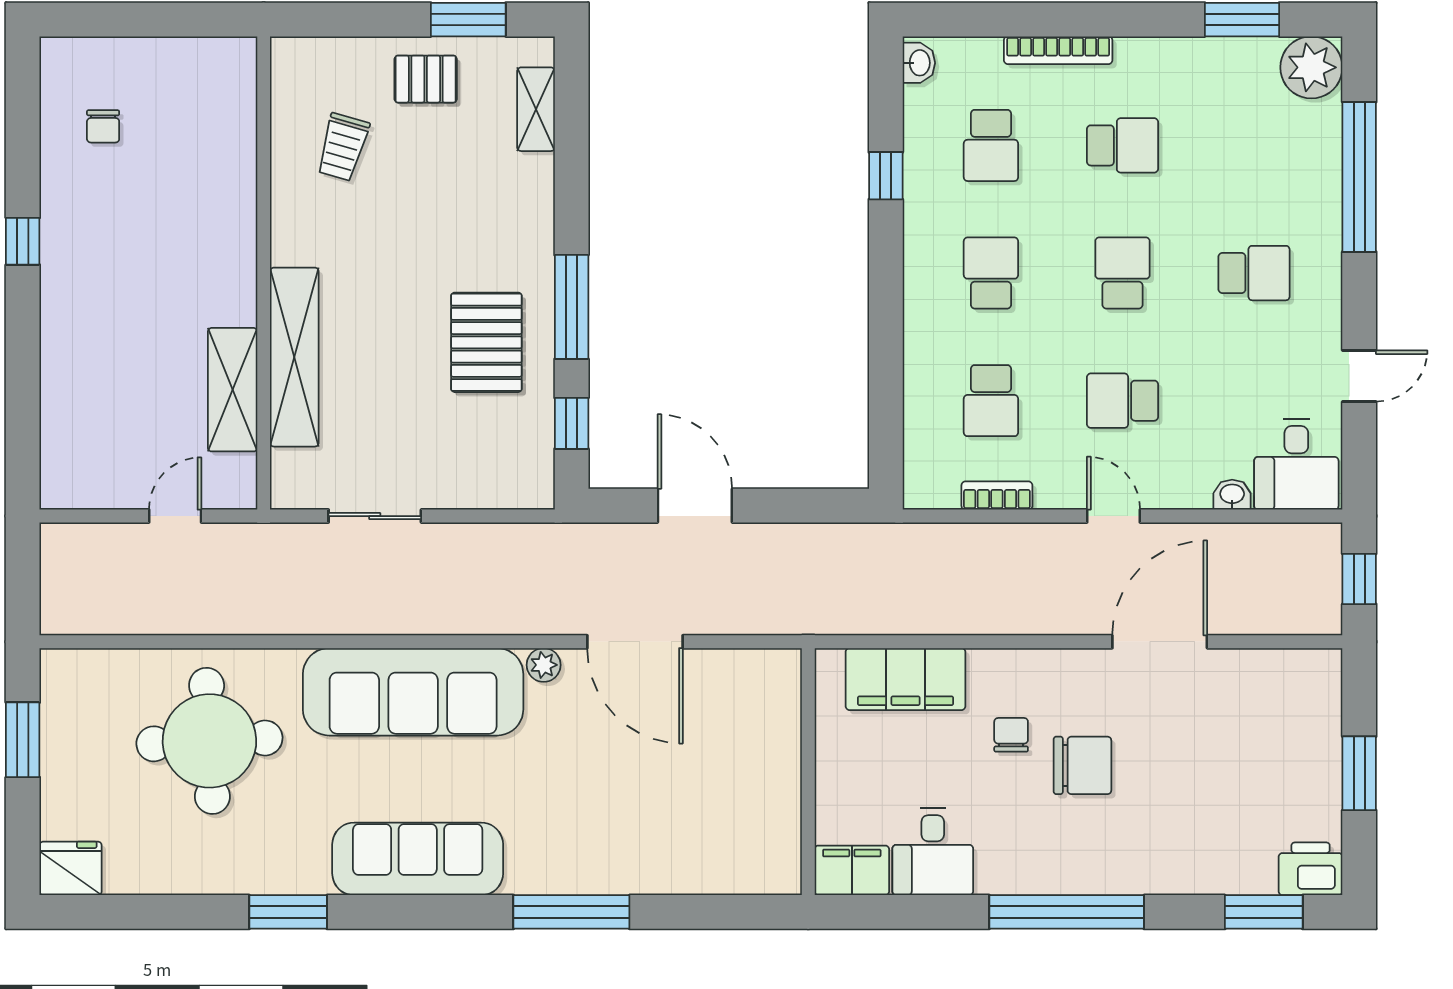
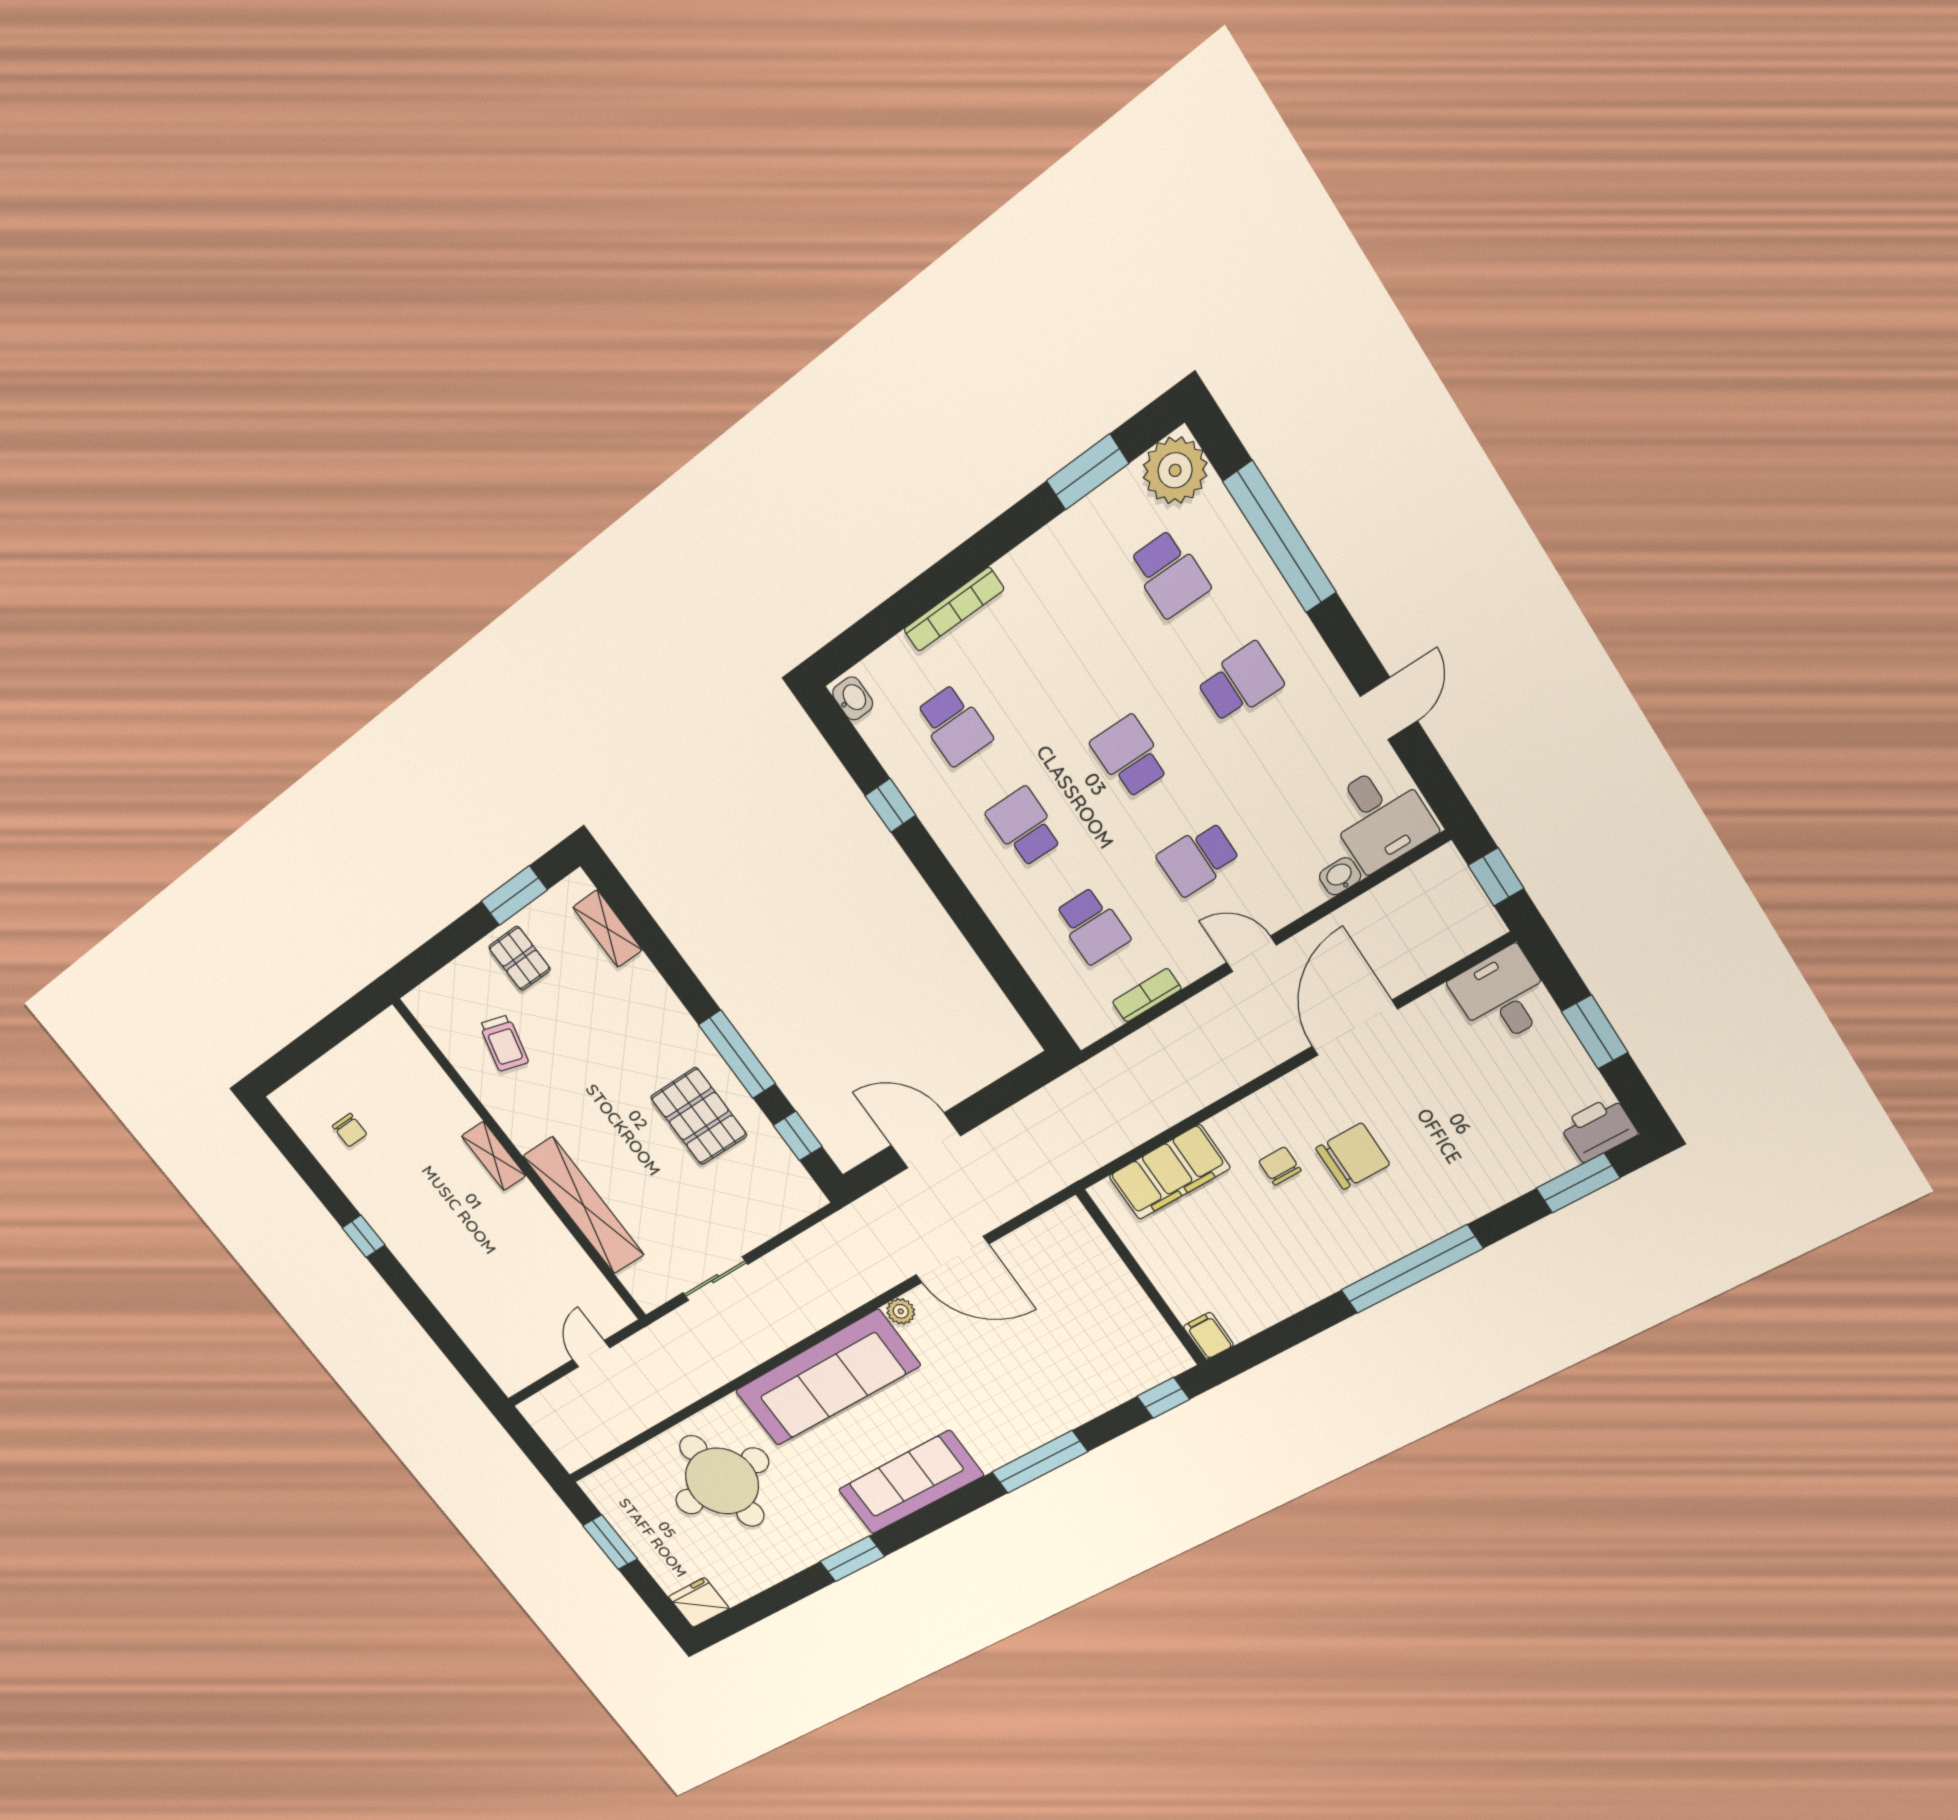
pallet: (426, 79) -> (520, 958), turned 90
school desk: (1122, 145) -> (1169, 574), moved, turned 90
shelving: (233, 390) -> (494, 1156), moved, width x0.67, depth x0.75
desk: (933, 852) -> (1503, 996), moved, turned 180
filing cabinet: (852, 870) -> (1209, 1336), width x0.50
window: (745, 912) -> (1163, 1398), added

